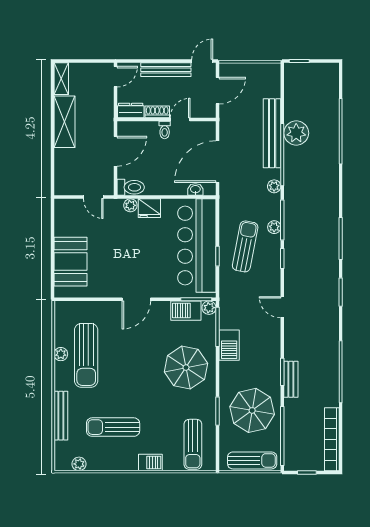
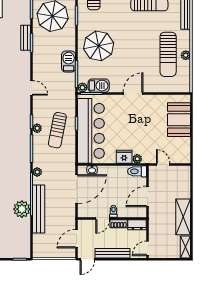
plant: (274, 227) -> (37, 128), moved
sun lounger: (86, 355) -> (168, 54), turned 180

